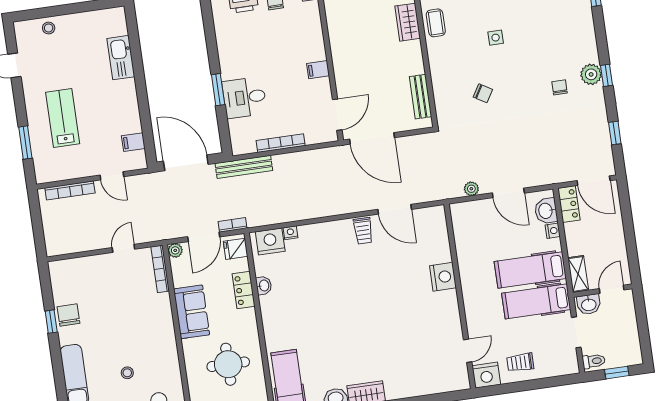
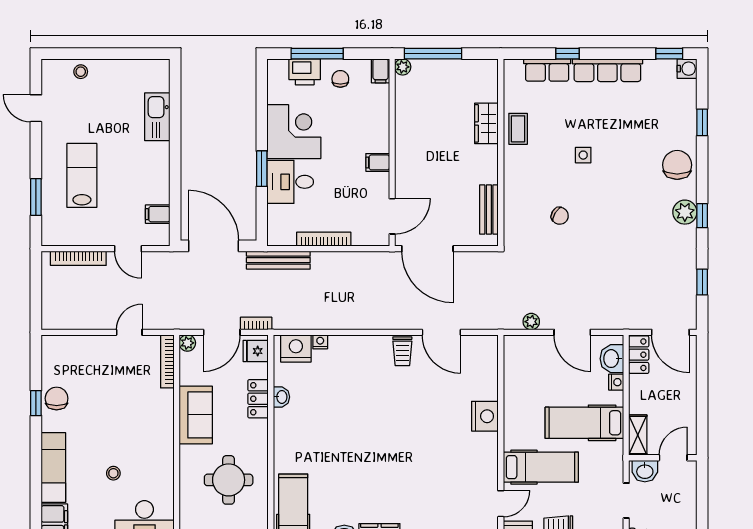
corner desk: (241, 53) -> (294, 132), added
chair: (560, 87) -> (677, 165), moved, width x1.87, depth x1.87
hospital bed: (536, 301) -> (541, 467), moved, turned 180

